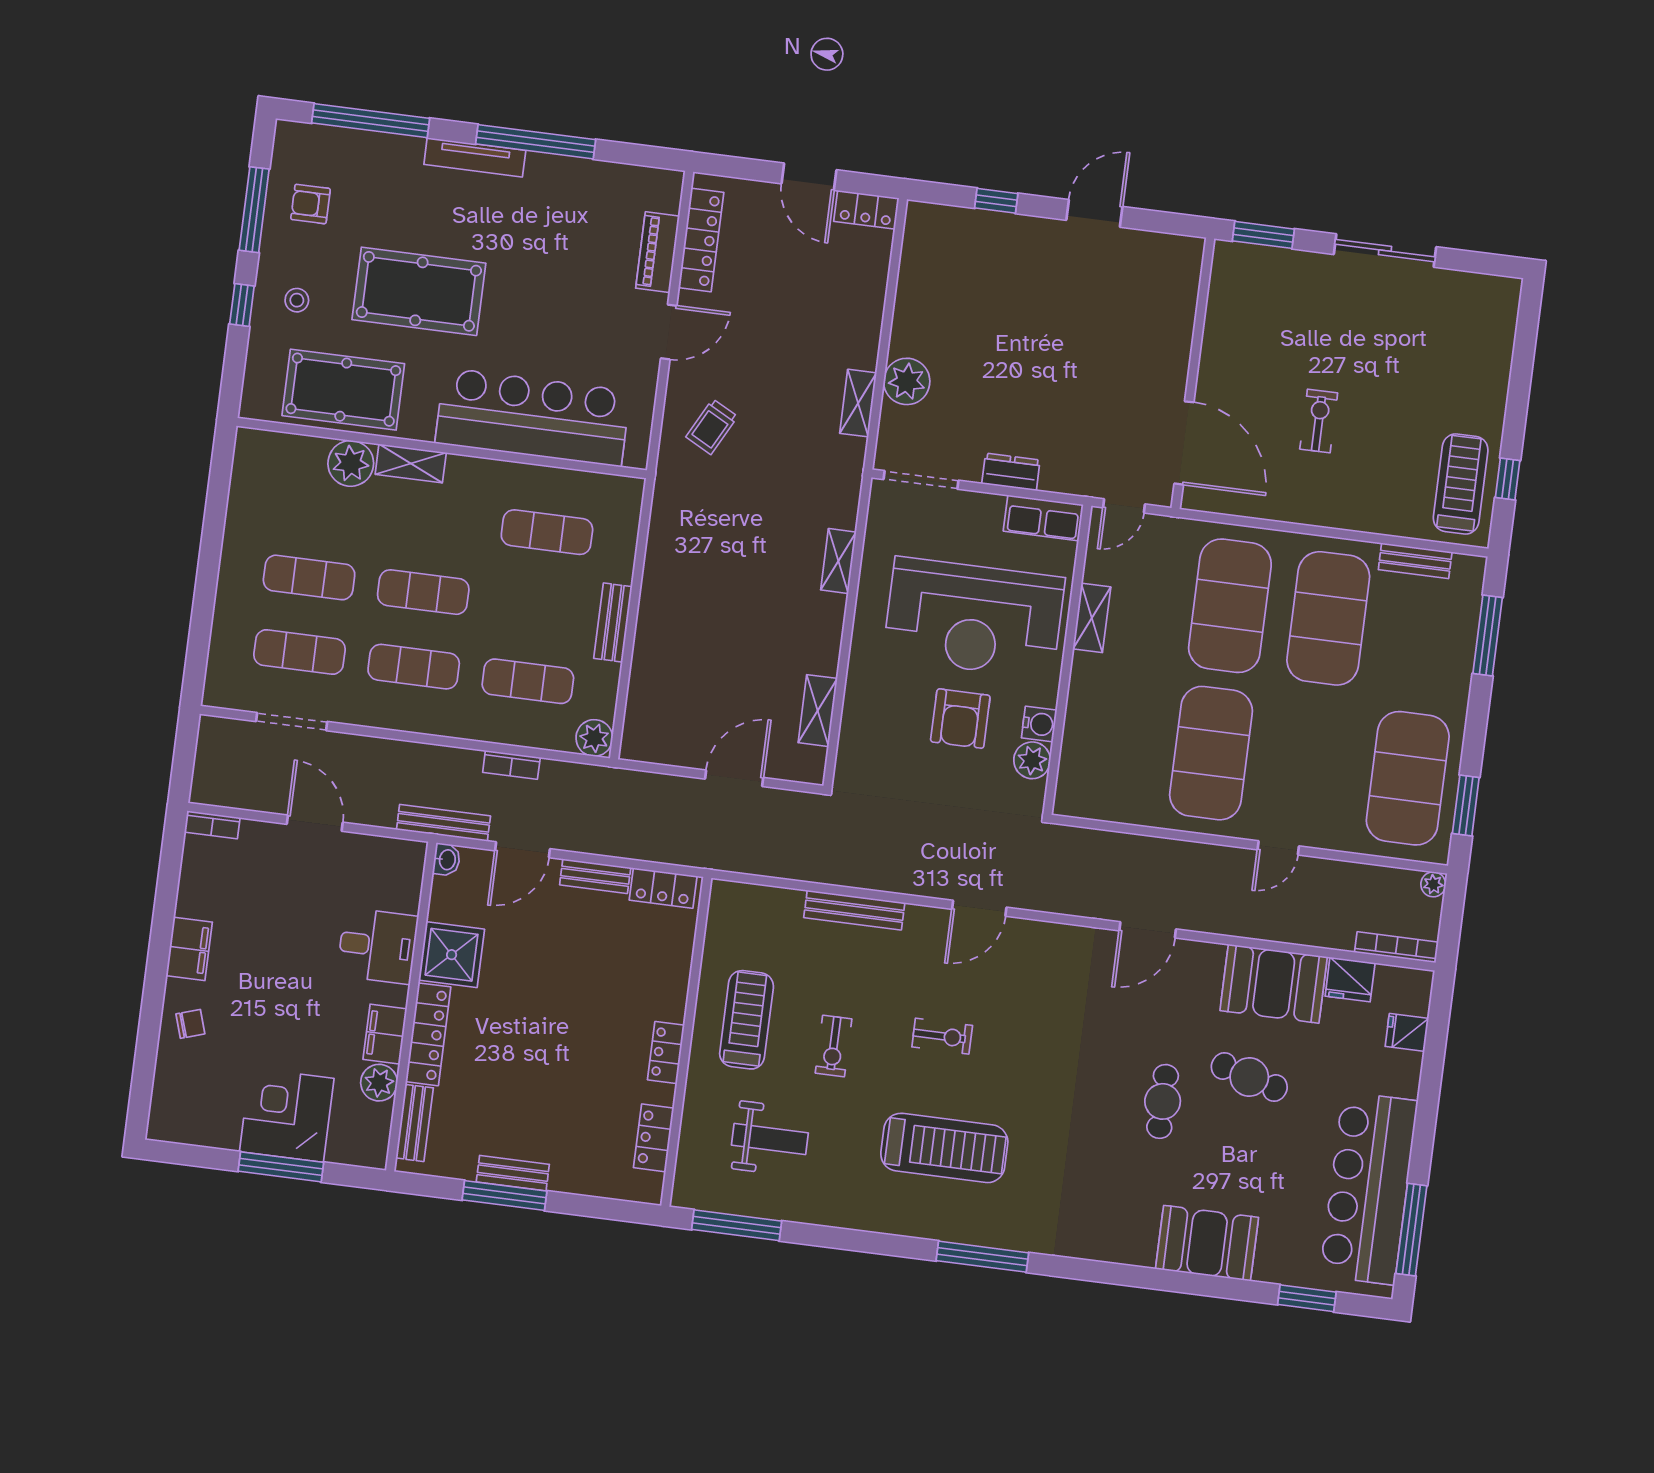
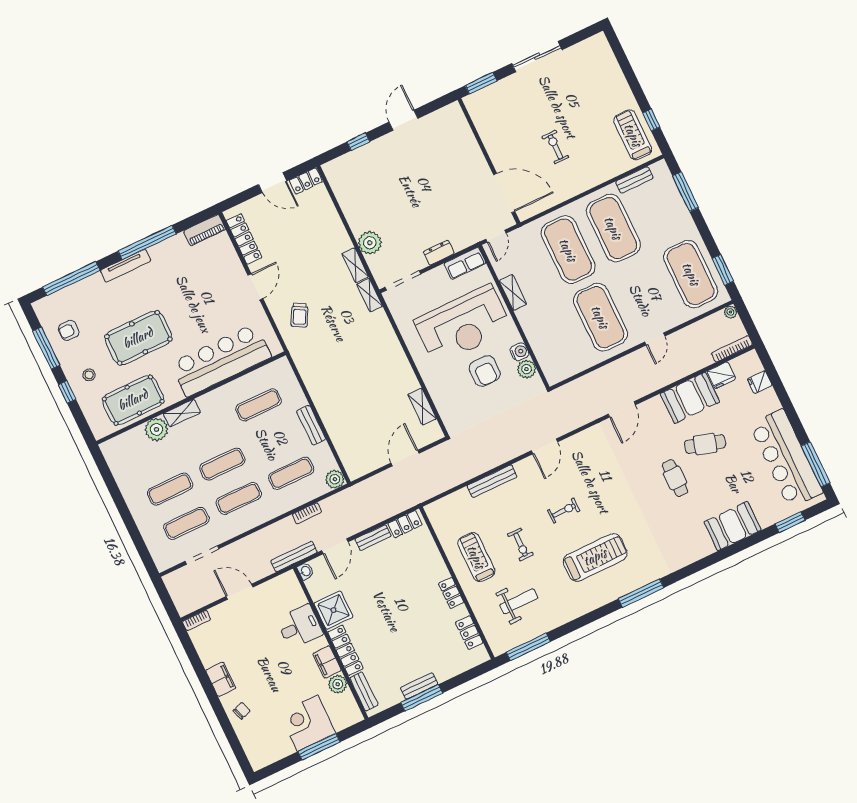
piano: (658, 252) -> (205, 230), moved, turned -90
shelving: (838, 561) -> (370, 295), moved

